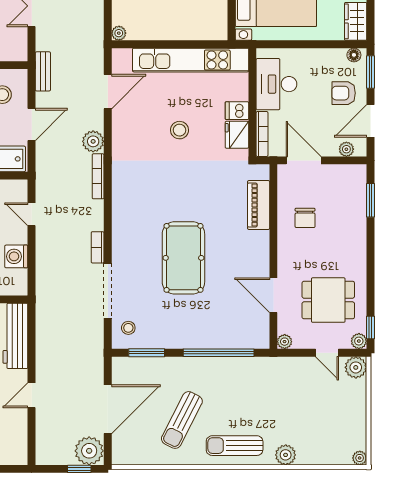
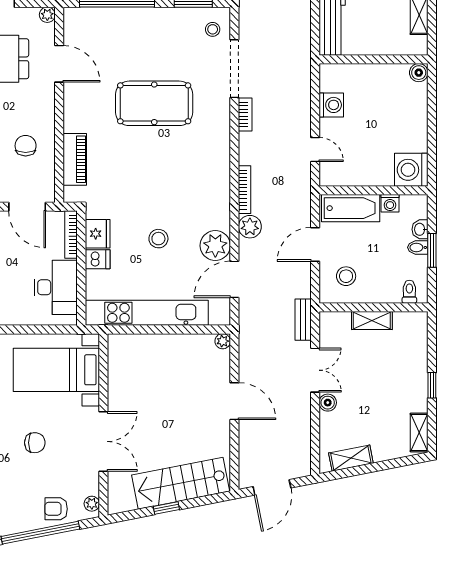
bench: (43, 71) -> (303, 320), moved
plant: (126, 124) -> (215, 246), added
pool table: (183, 258) -> (154, 103), turned 90

